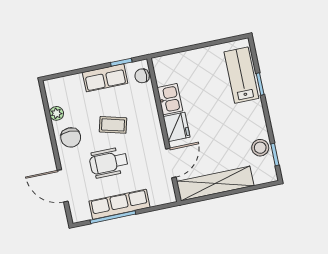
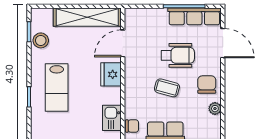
lab bench: (241, 75) -> (57, 88), moved
kitchen sink: (170, 99) -> (112, 118), moved
row of seats: (119, 204) -> (194, 16), moved

